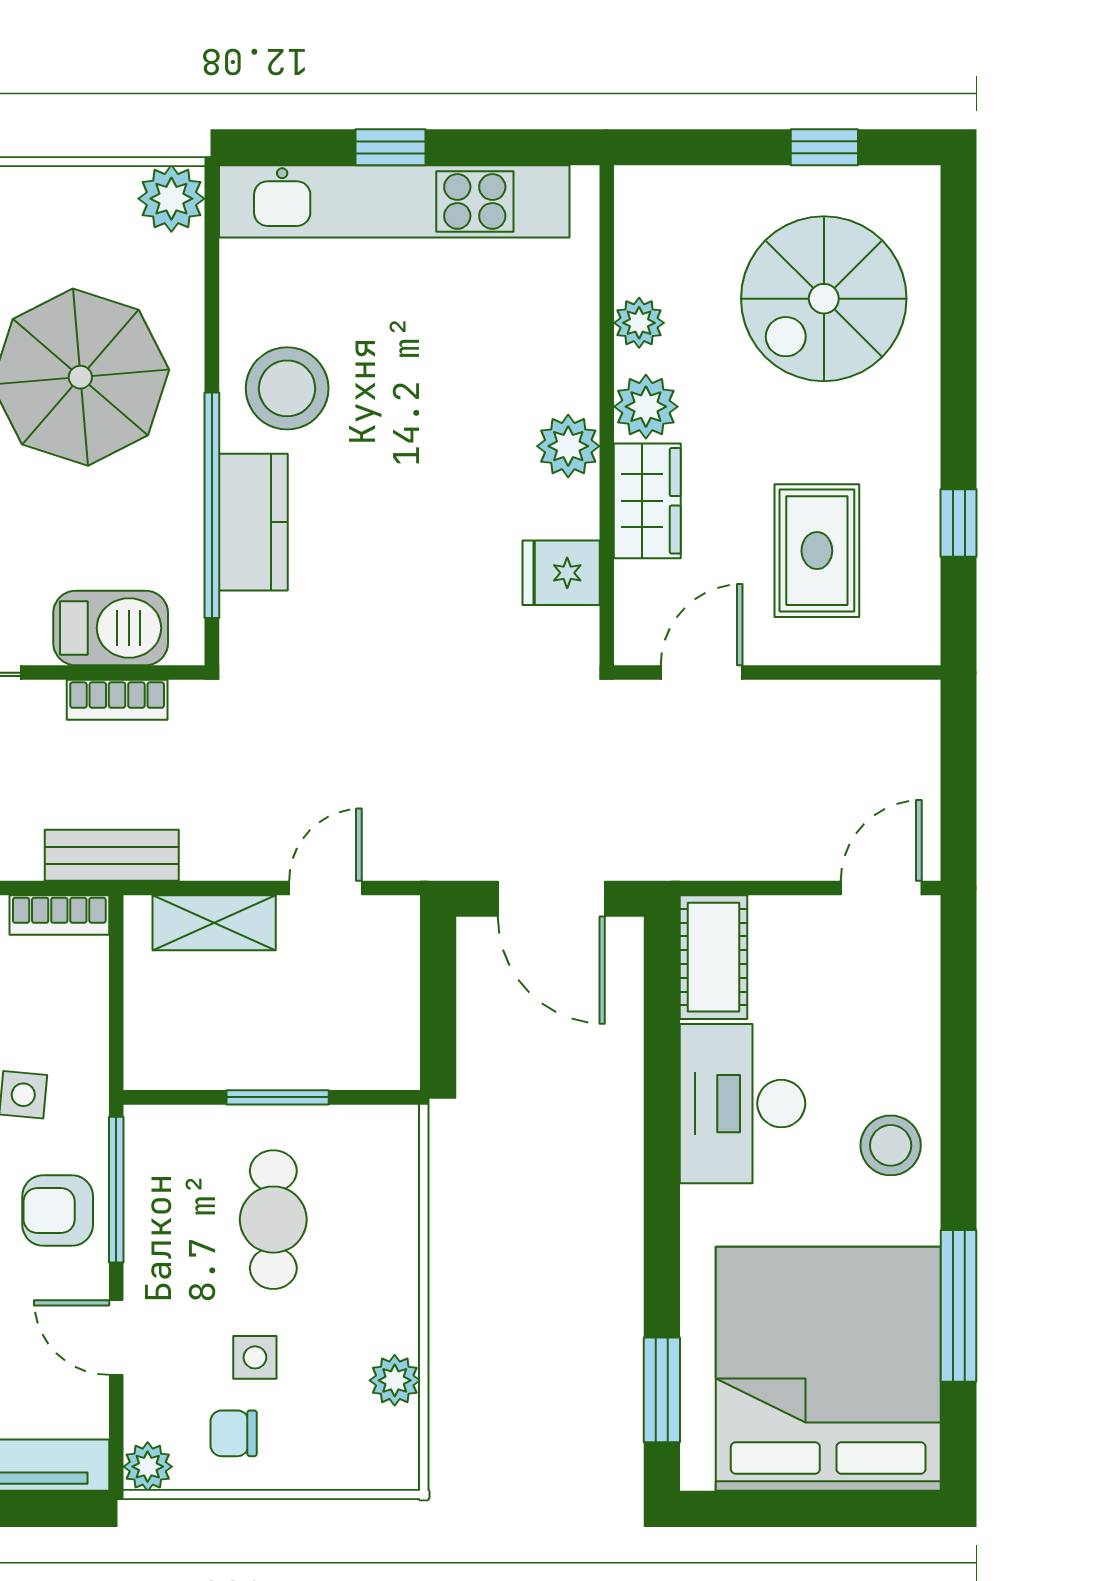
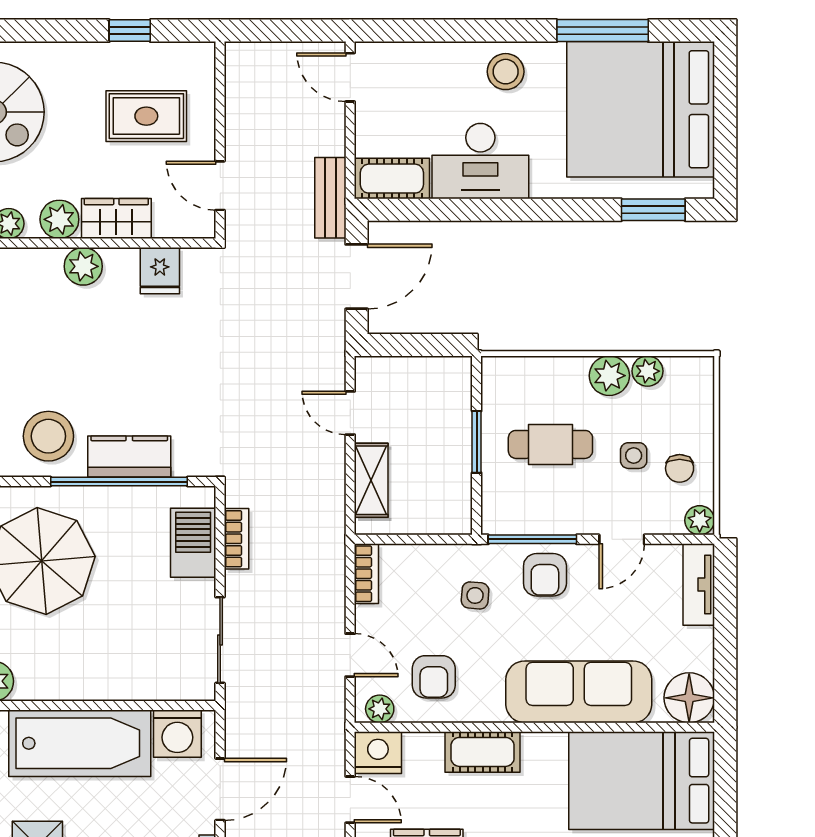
bench: (112, 855) -> (330, 198), moved
plant: (387, 1317) -> (609, 376), added

